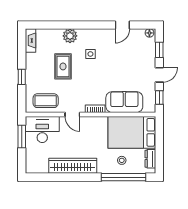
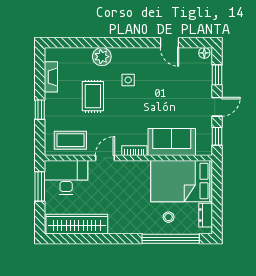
door: (122, 25) -> (169, 43), hinge flipped
fireplace: (31, 40) -> (51, 77), moved
door: (72, 114) -> (105, 158), swing flipped
wardrobe: (73, 166) -> (77, 224), moved

